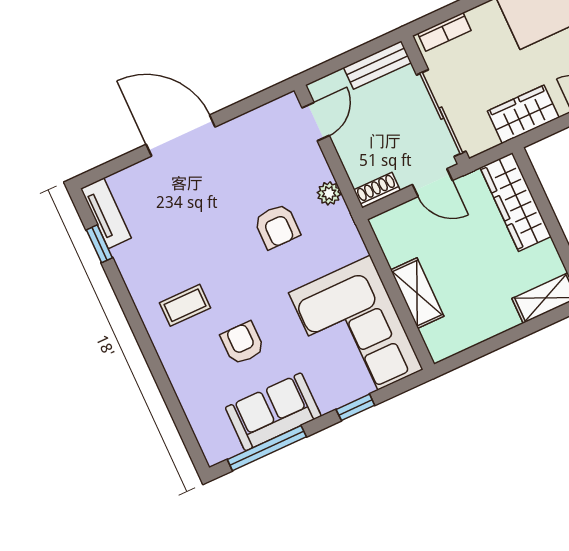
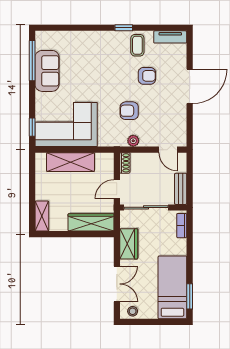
window: (99, 244) -> (124, 28), moved
shelving: (417, 293) -> (71, 162), width x1.50, depth x1.33
coffee table: (185, 305) -> (137, 45), moved
armchair: (242, 343) -> (147, 76), moved
window: (355, 407) -> (32, 127), moved

